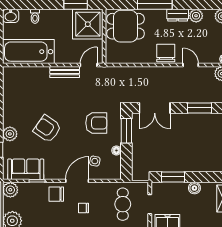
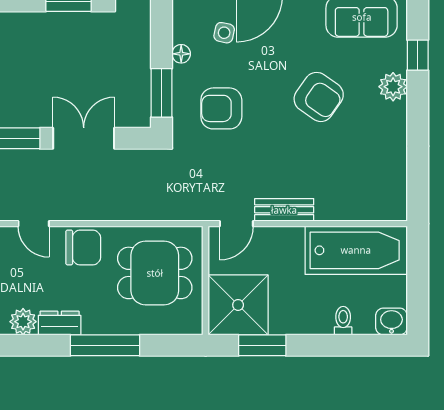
dining table: (125, 26) -> (155, 273), moved
chair: (166, 53) -> (83, 247), turned -90
double door: (155, 108) -> (84, 138), moved

